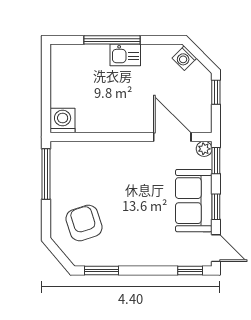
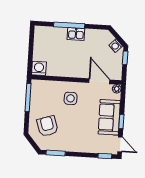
washing machine: (184, 58) -> (116, 46), moved
window: (216, 161) -> (123, 96), removed
side table: (122, 171) -> (71, 98), added

